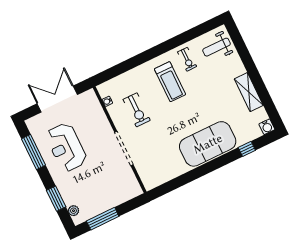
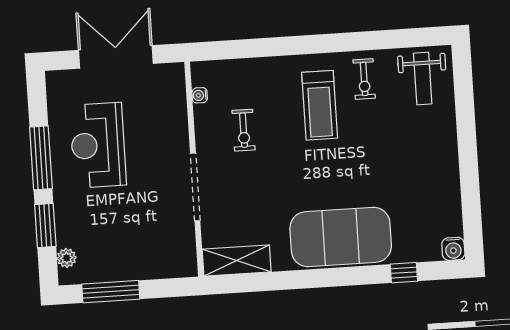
weight bench: (217, 47) -> (423, 79), turned -90
shelving: (249, 92) -> (237, 261), moved, turned 90
exercise bike: (137, 110) -> (244, 130), width x0.73, depth x0.72
window: (33, 152) -> (41, 158), moved

